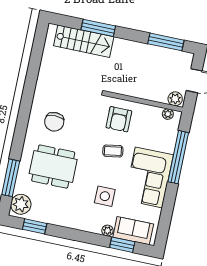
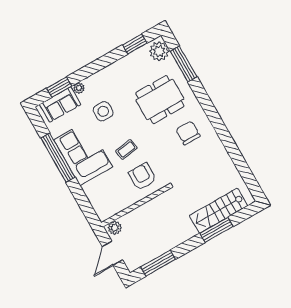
plant: (168, 114) -> (110, 212), removed
window: (178, 157) -> (58, 158), moved

